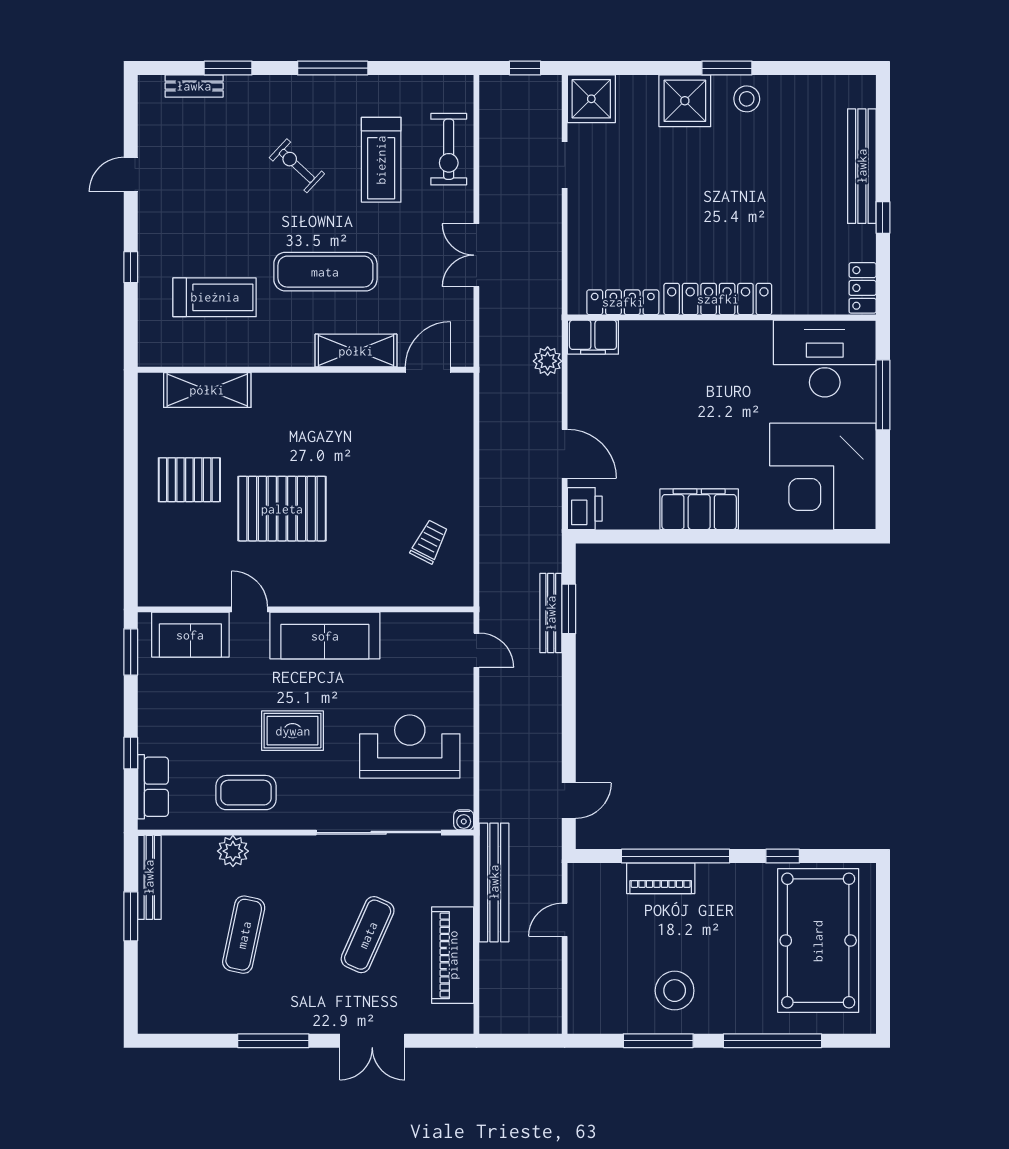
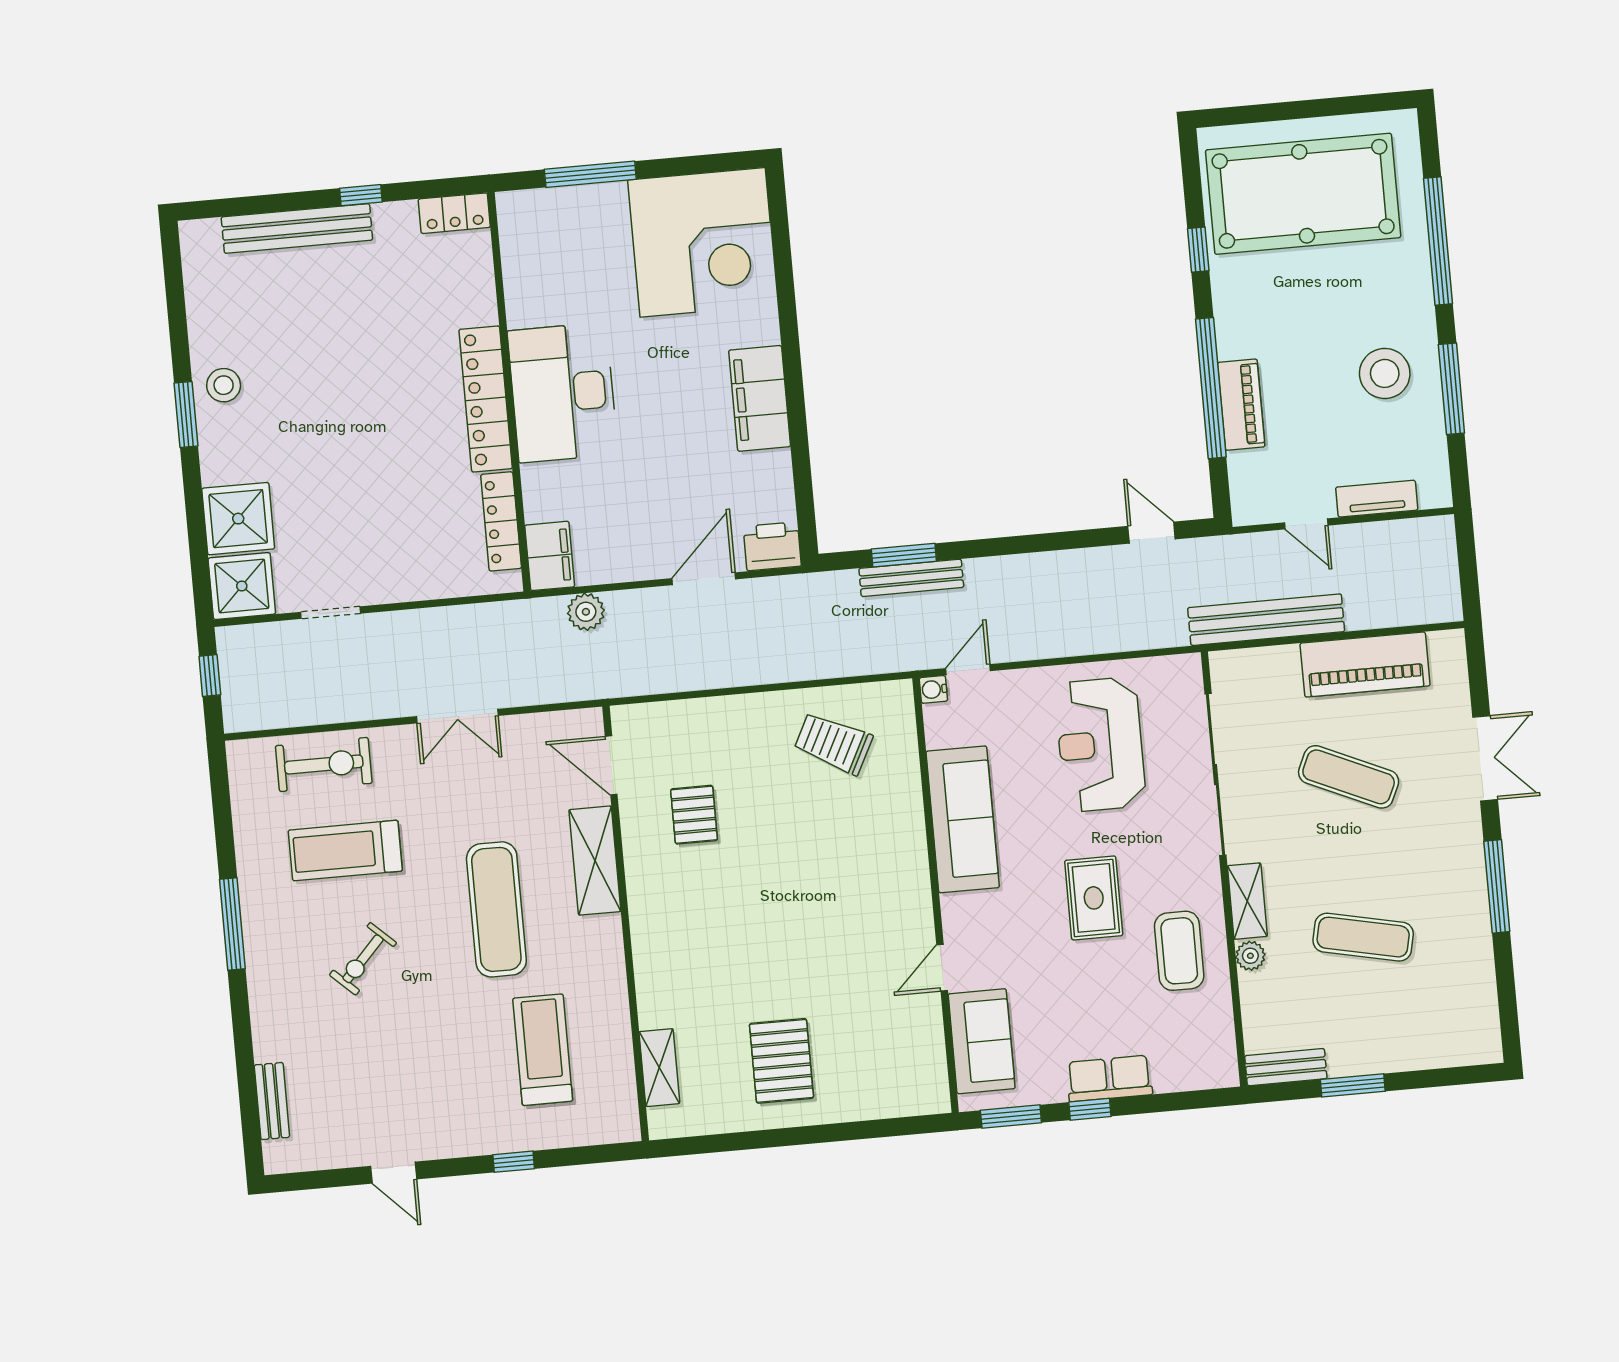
window: (228, 68) -> (245, 1059), removed
shower: (685, 101) -> (238, 519), moved
treadmill: (381, 160) -> (345, 851), turned 180
desk: (825, 359) -> (563, 393), moved
shelving: (207, 390) -> (659, 1068), width x0.67, depth x0.75
pallet: (282, 509) -> (694, 815), moved, width x0.49, depth x0.50
trolley: (429, 542) -> (833, 743), width x1.36, depth x1.39
sofa: (325, 636) -> (963, 819), moved
window: (131, 753) -> (1090, 1109), moved
row of seats: (153, 787) -> (1109, 1078), moved
water cooler: (464, 820) -> (933, 689), moved, turned 180
shelving: (279, 848) -> (1247, 901), added
plant: (233, 851) -> (1250, 956), width x0.73, depth x0.73
bench: (149, 877) -> (1286, 1067), width x0.73
tv unit: (579, 976) -> (1377, 499), added

